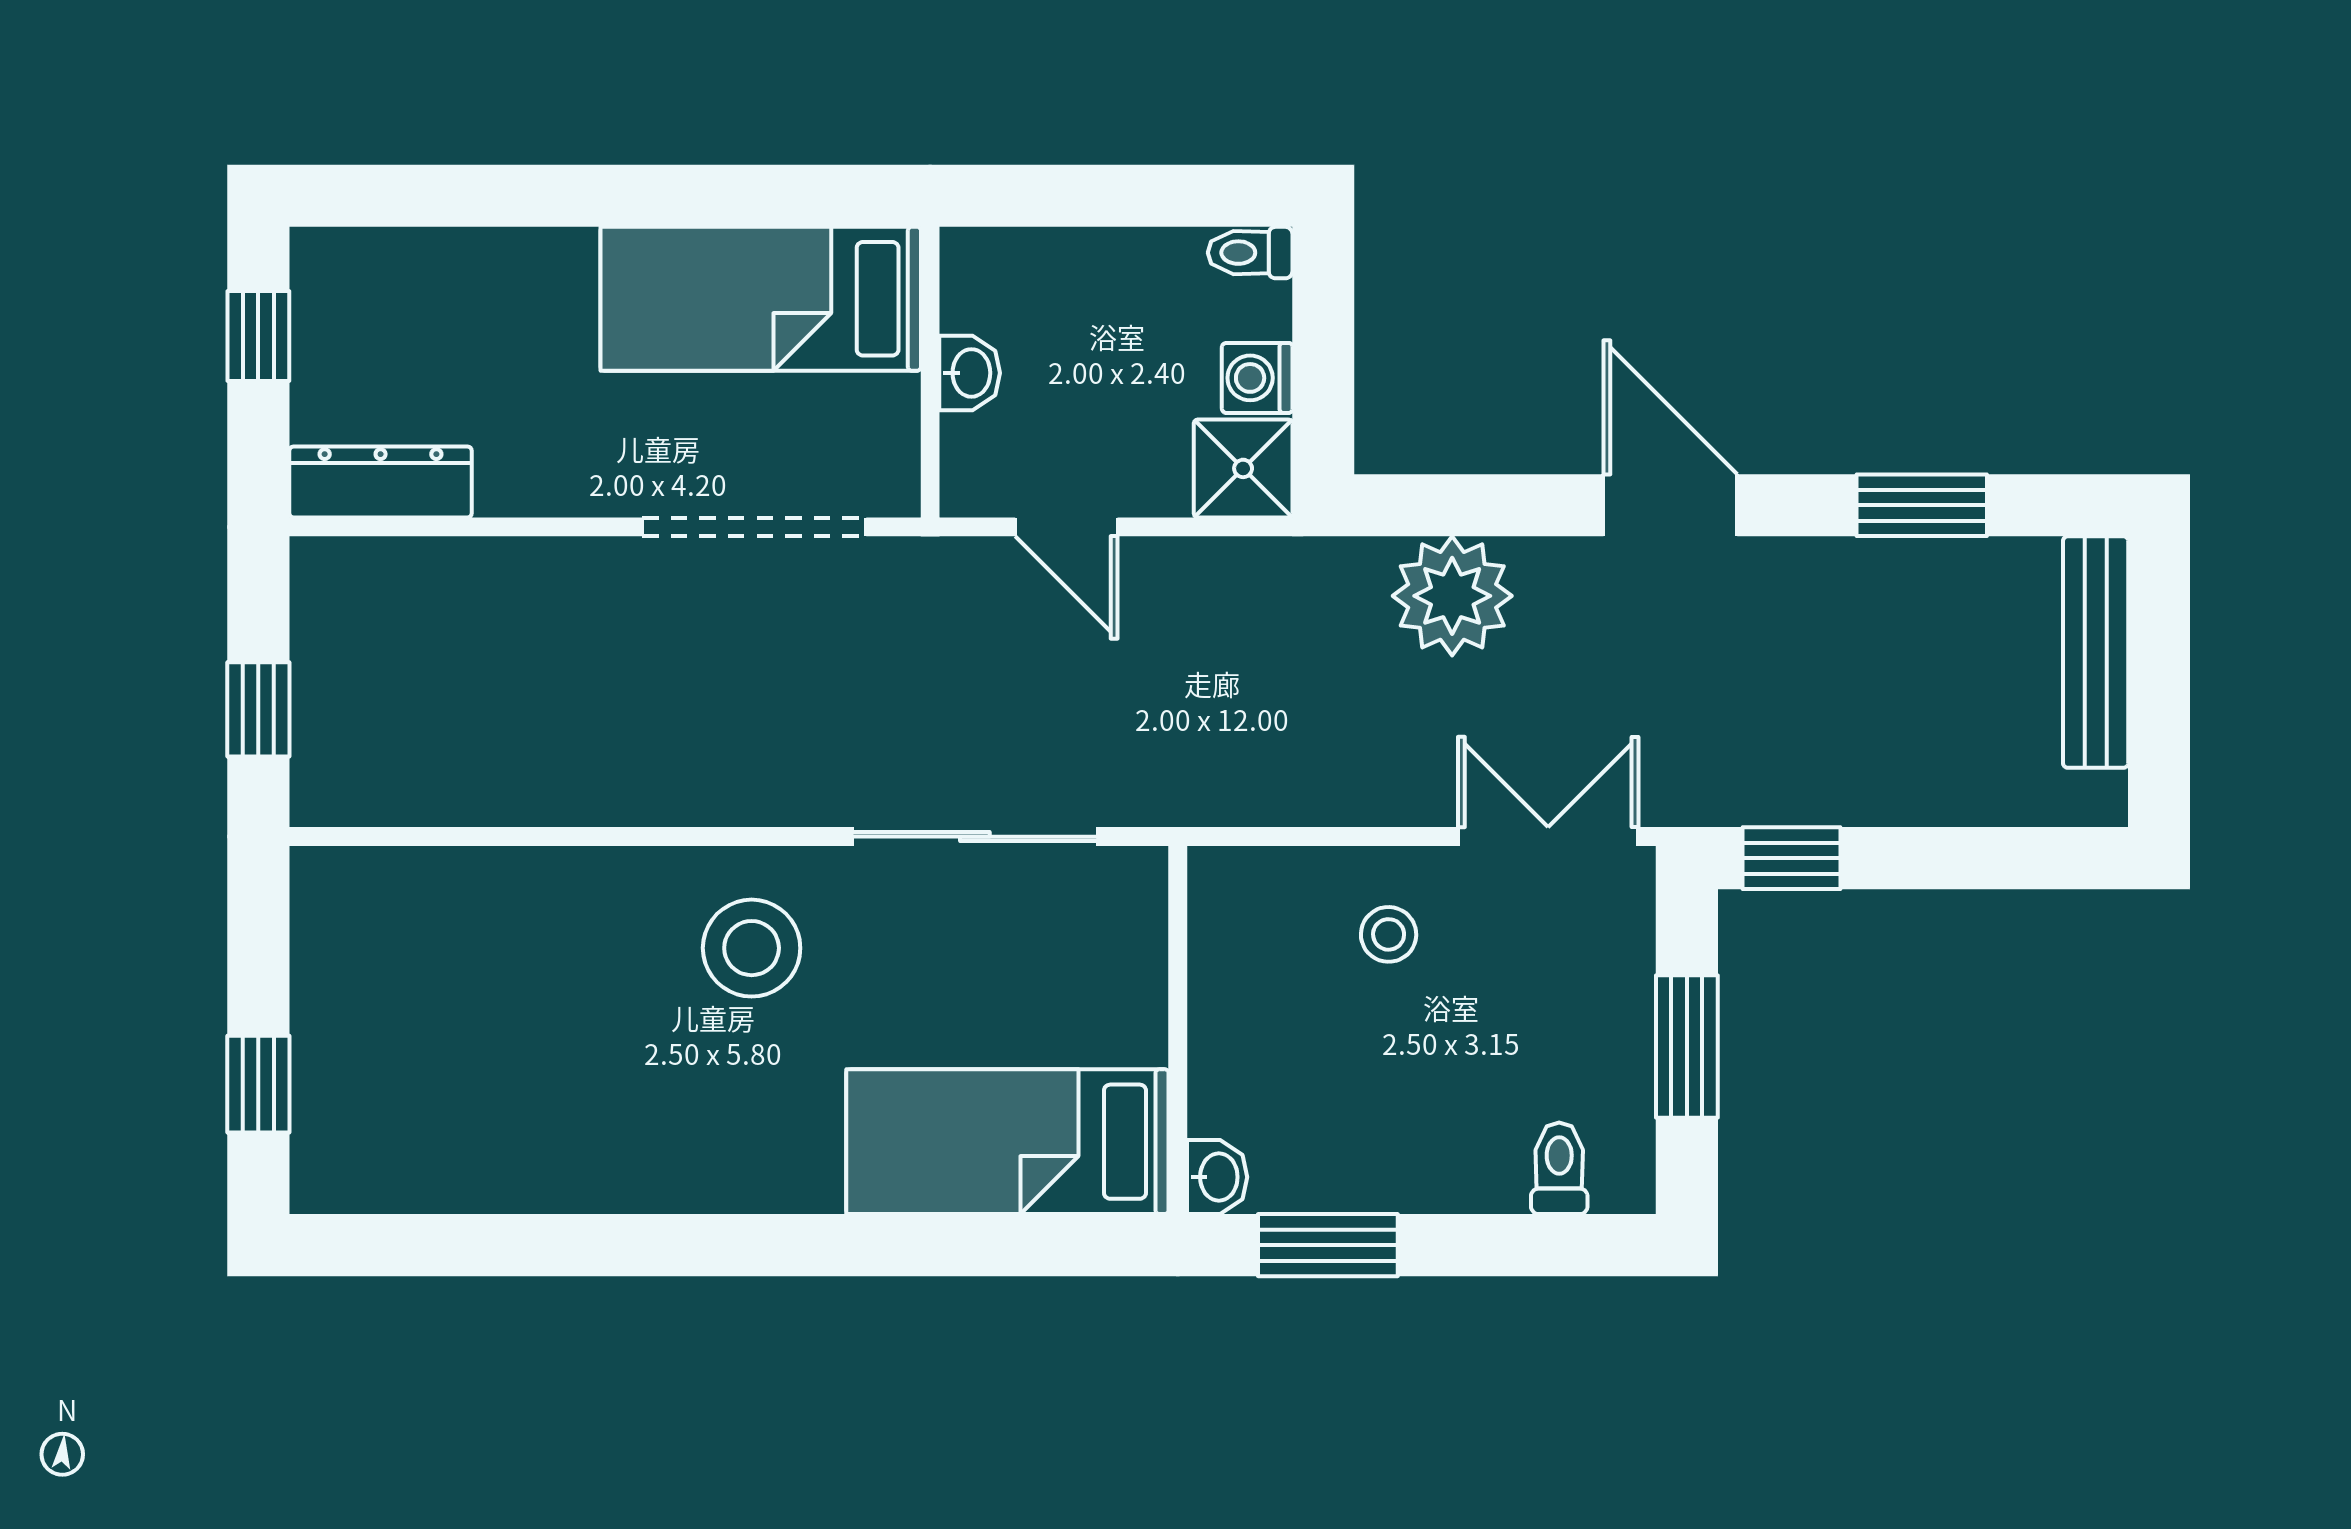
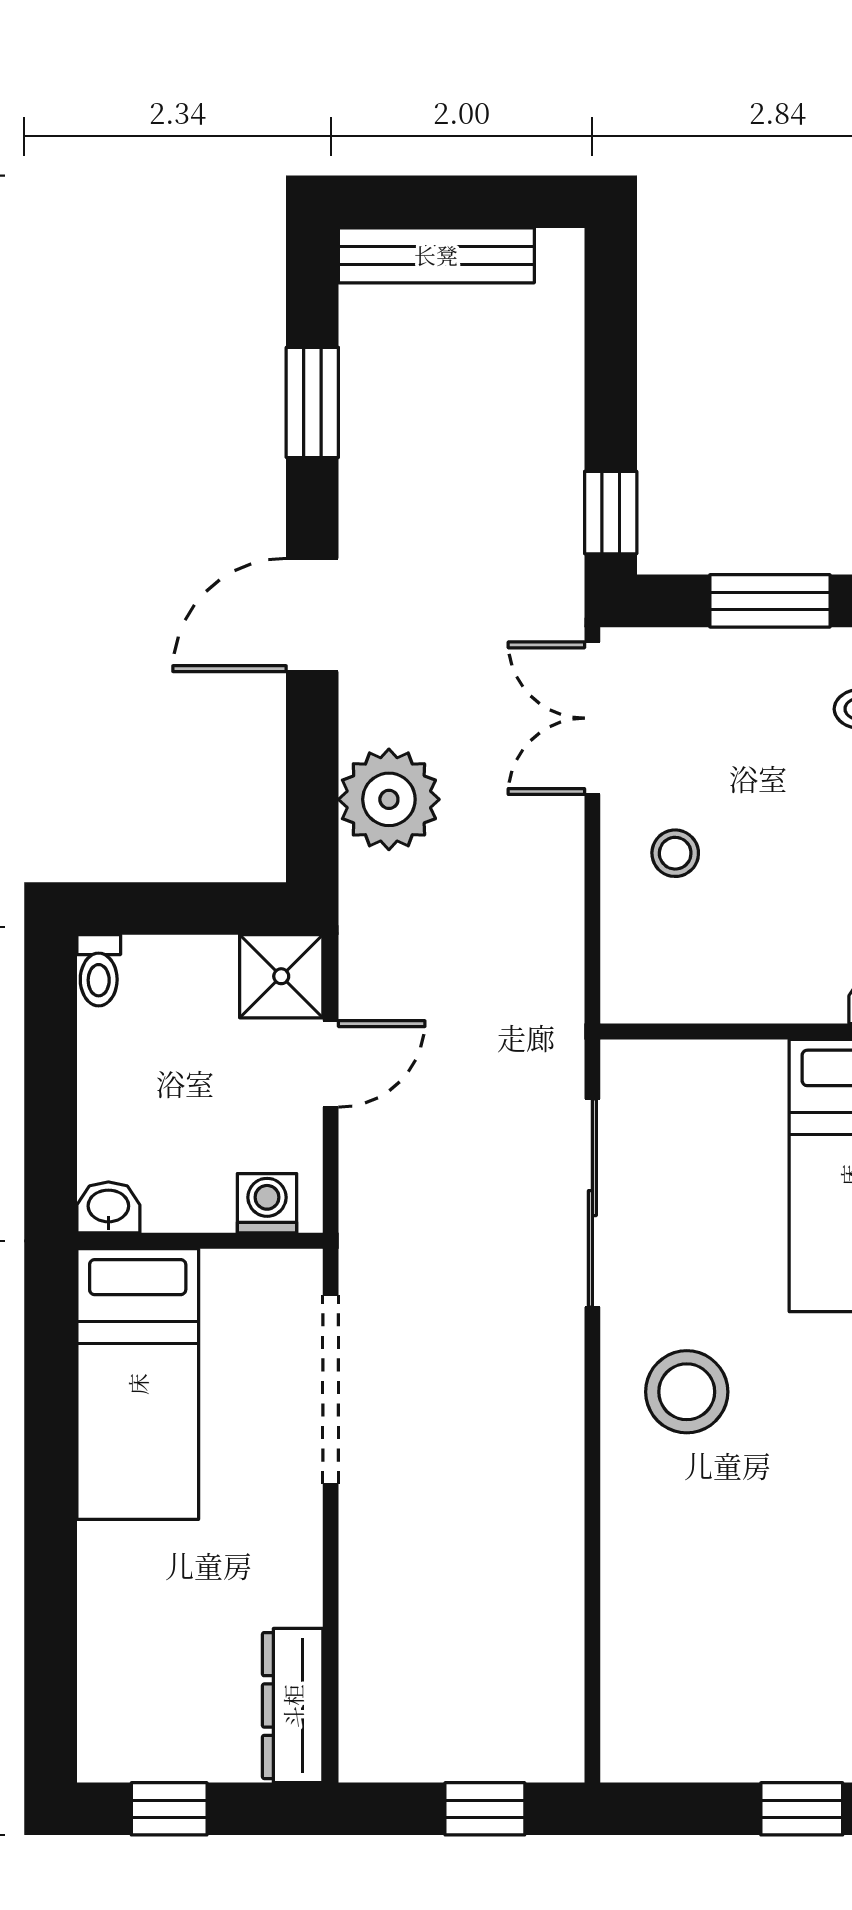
washbasin: (970, 373) -> (108, 1207), moved
washing machine: (1257, 378) -> (267, 1203), moved, turned 180
door: (1066, 527) -> (331, 1064), moved

